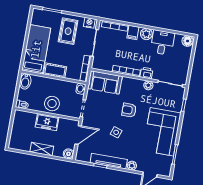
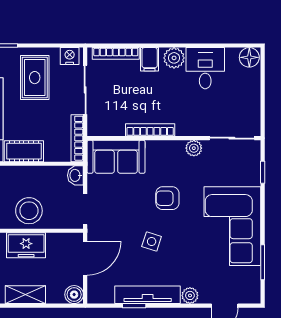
printer: (146, 73) -> (187, 127), removed

